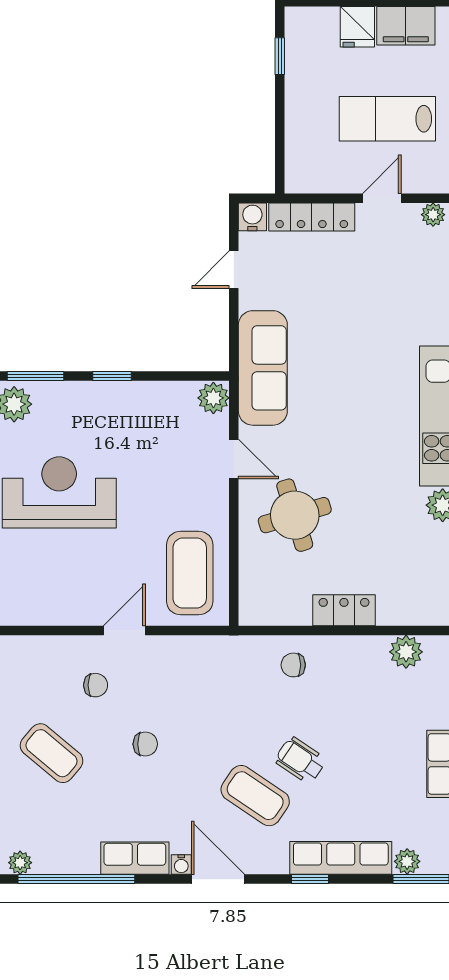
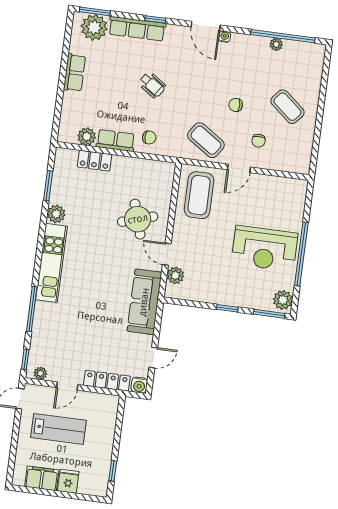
plant: (213, 398) -> (175, 275), moved
locker: (344, 610) -> (94, 161), moved
chair: (96, 685) -> (259, 141), turned -90
coffee table: (255, 796) -> (206, 140), moved
row of seats: (135, 858) -> (116, 141), moved, turned 180
plant: (407, 861) -> (94, 27), width x1.87, depth x1.87
plant: (20, 863) -> (276, 44), moved

